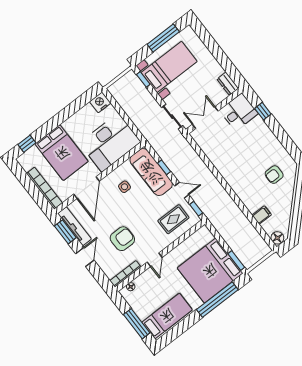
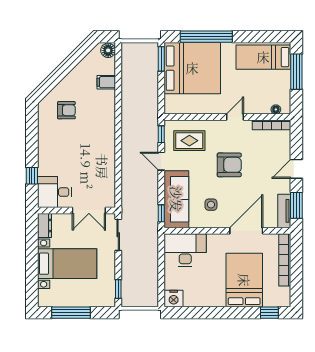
bed with nightstands: (169, 67) -> (67, 264), moved, turned 180
desk: (110, 143) -> (185, 250), width x0.73, depth x0.77
window: (164, 167) -> (161, 213), moved
tv unit: (74, 226) -> (284, 211), width x0.71
armchair: (122, 239) -> (229, 165), moved, turned 180

